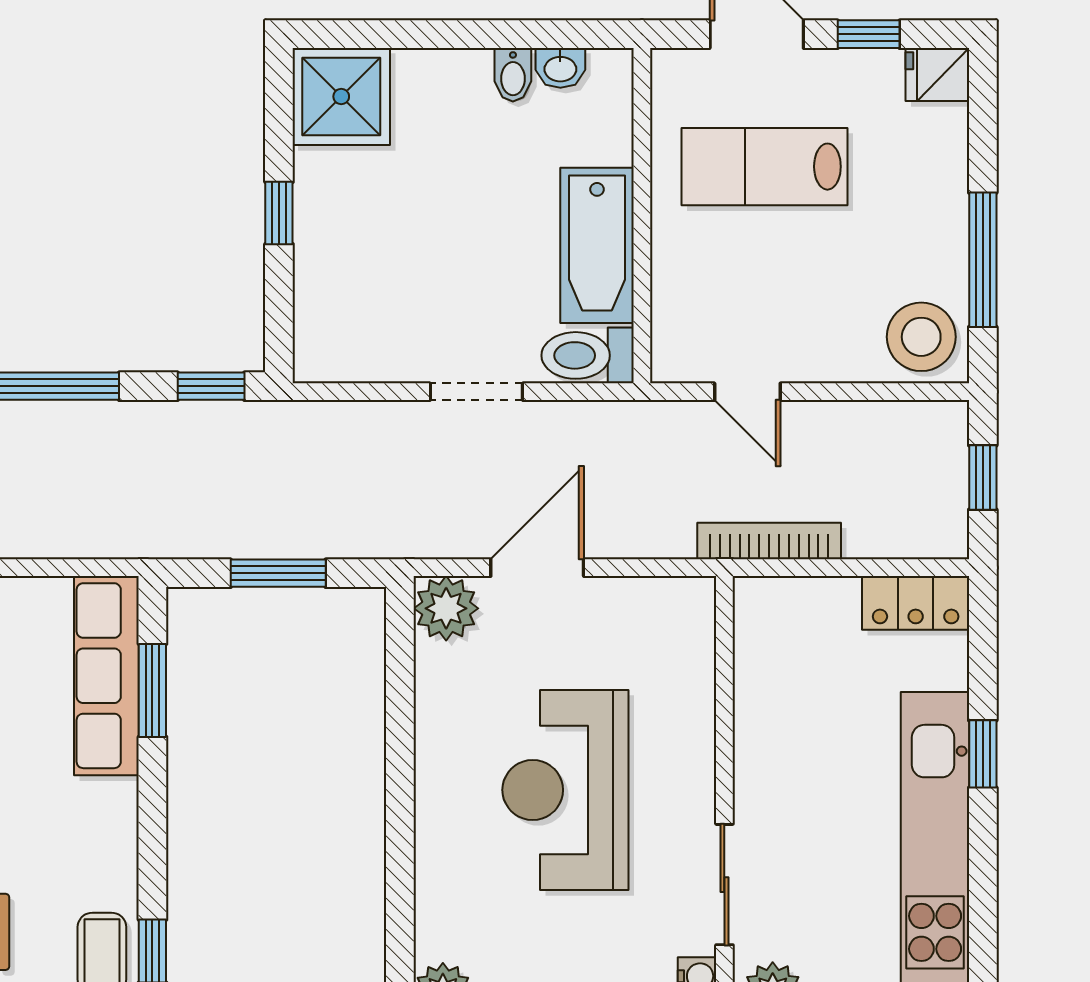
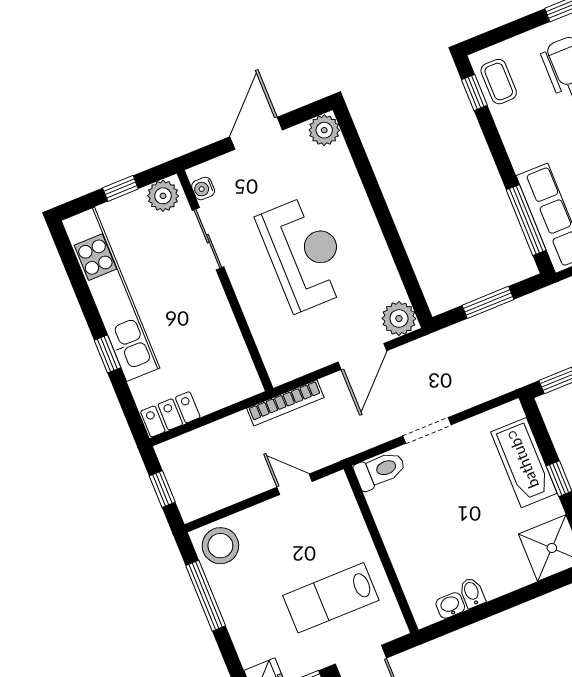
lab bench: (764, 167) -> (331, 598), turned 180
bathtub: (597, 245) -> (524, 463), moved, turned 180
bookcase: (769, 541) -> (285, 403), moved
window: (152, 690) -> (526, 220), width x1.44

